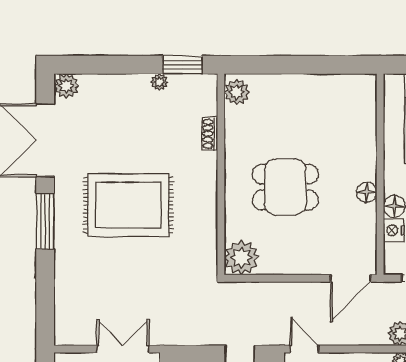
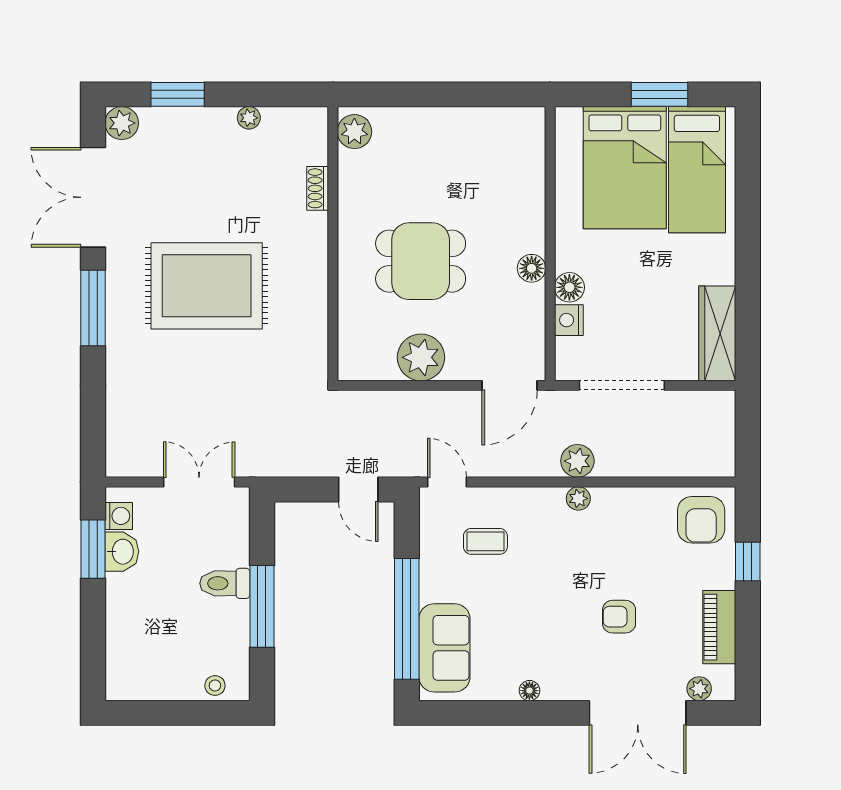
window: (182, 65) -> (178, 94), moved
plant: (241, 258) -> (421, 357), moved

